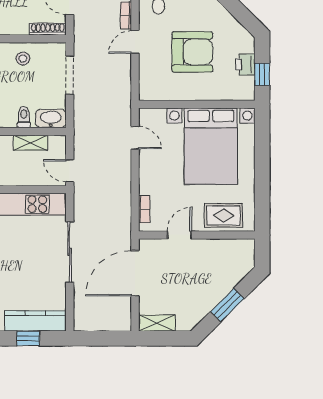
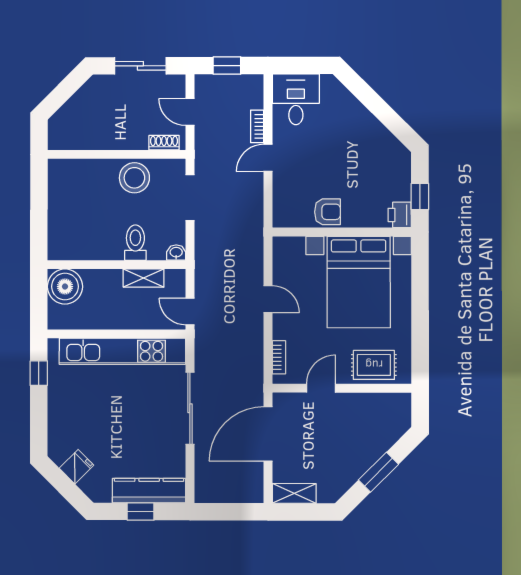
shoe rack: (48, 29) -> (164, 143), width x0.70
armchair: (192, 52) -> (327, 212), moved, width x0.53, depth x0.53
stool: (23, 59) -> (134, 178), width x1.89, depth x1.89
printer: (245, 64) -> (400, 215), moved
toilet: (24, 117) -> (135, 243), width x1.37, depth x1.39
washbasin: (51, 119) -> (176, 253), width x0.52, depth x0.69
door: (135, 138) -> (268, 299), moved

